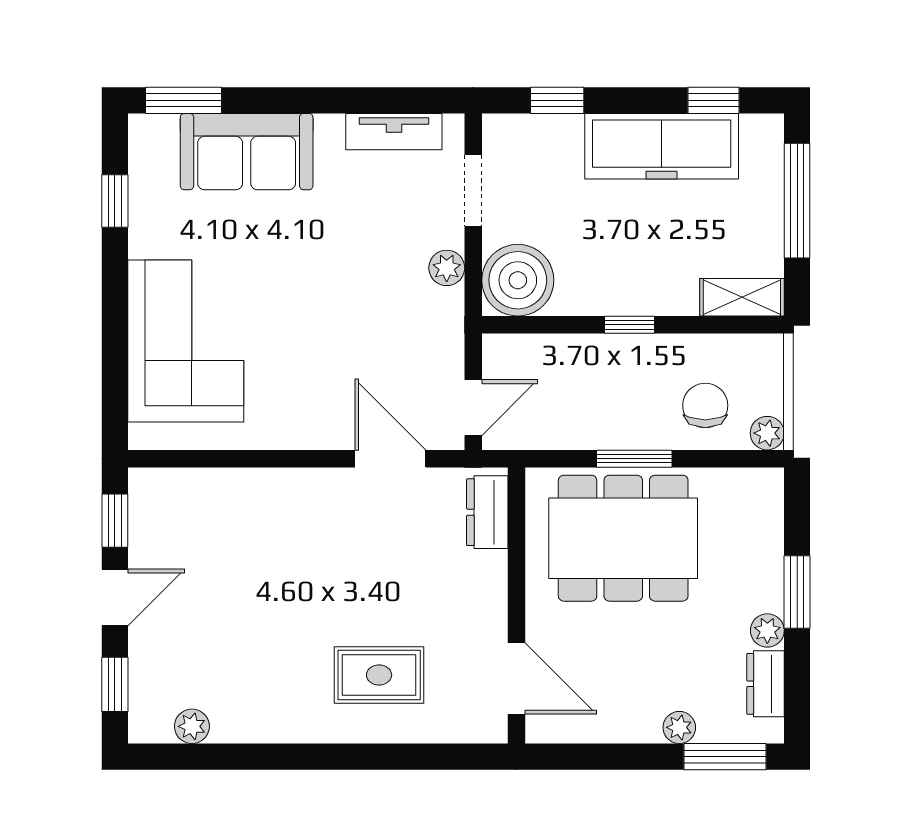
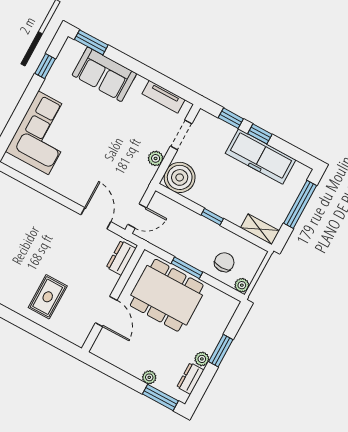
window: (714, 100) -> (260, 134), moved
rug: (379, 675) -> (48, 297), turned 90
door: (516, 679) -> (106, 311), moved

